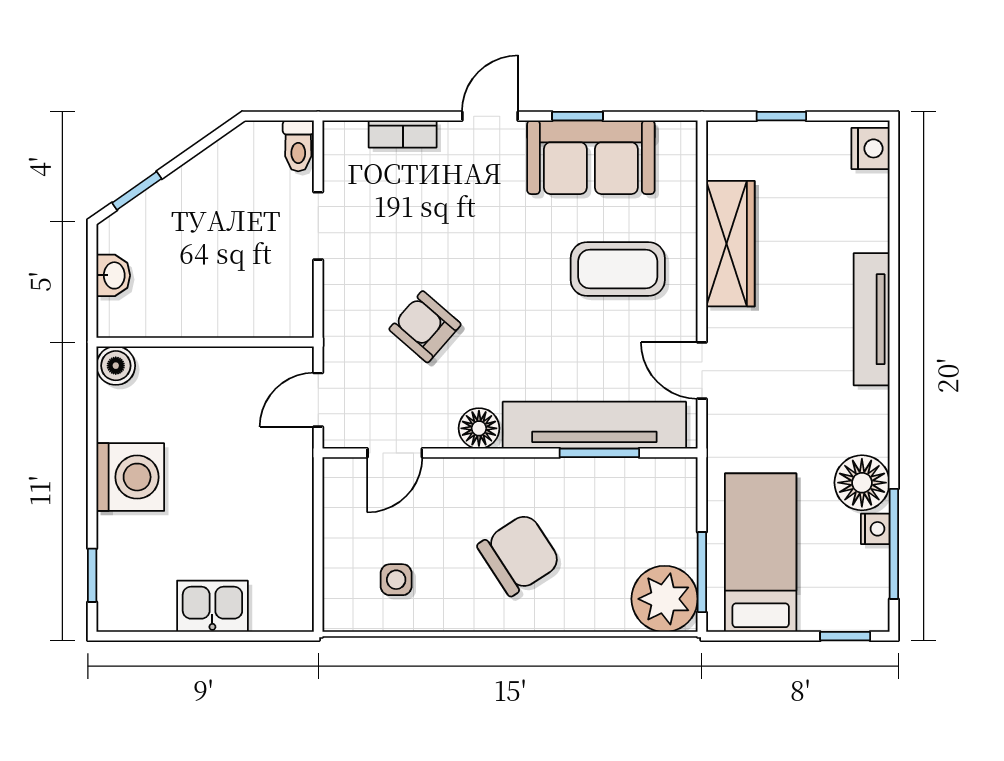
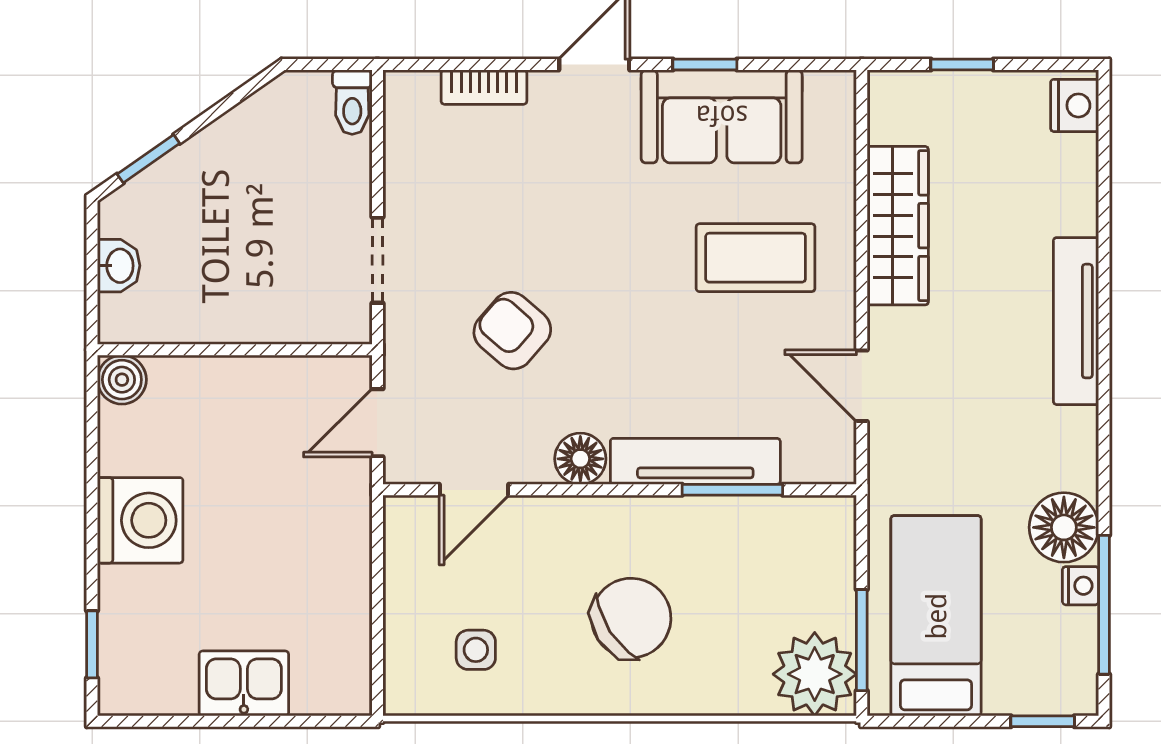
doorway: (318, 226) -> (377, 260), moved
tv unit: (594, 425) -> (695, 461), width x0.73, depth x0.78

